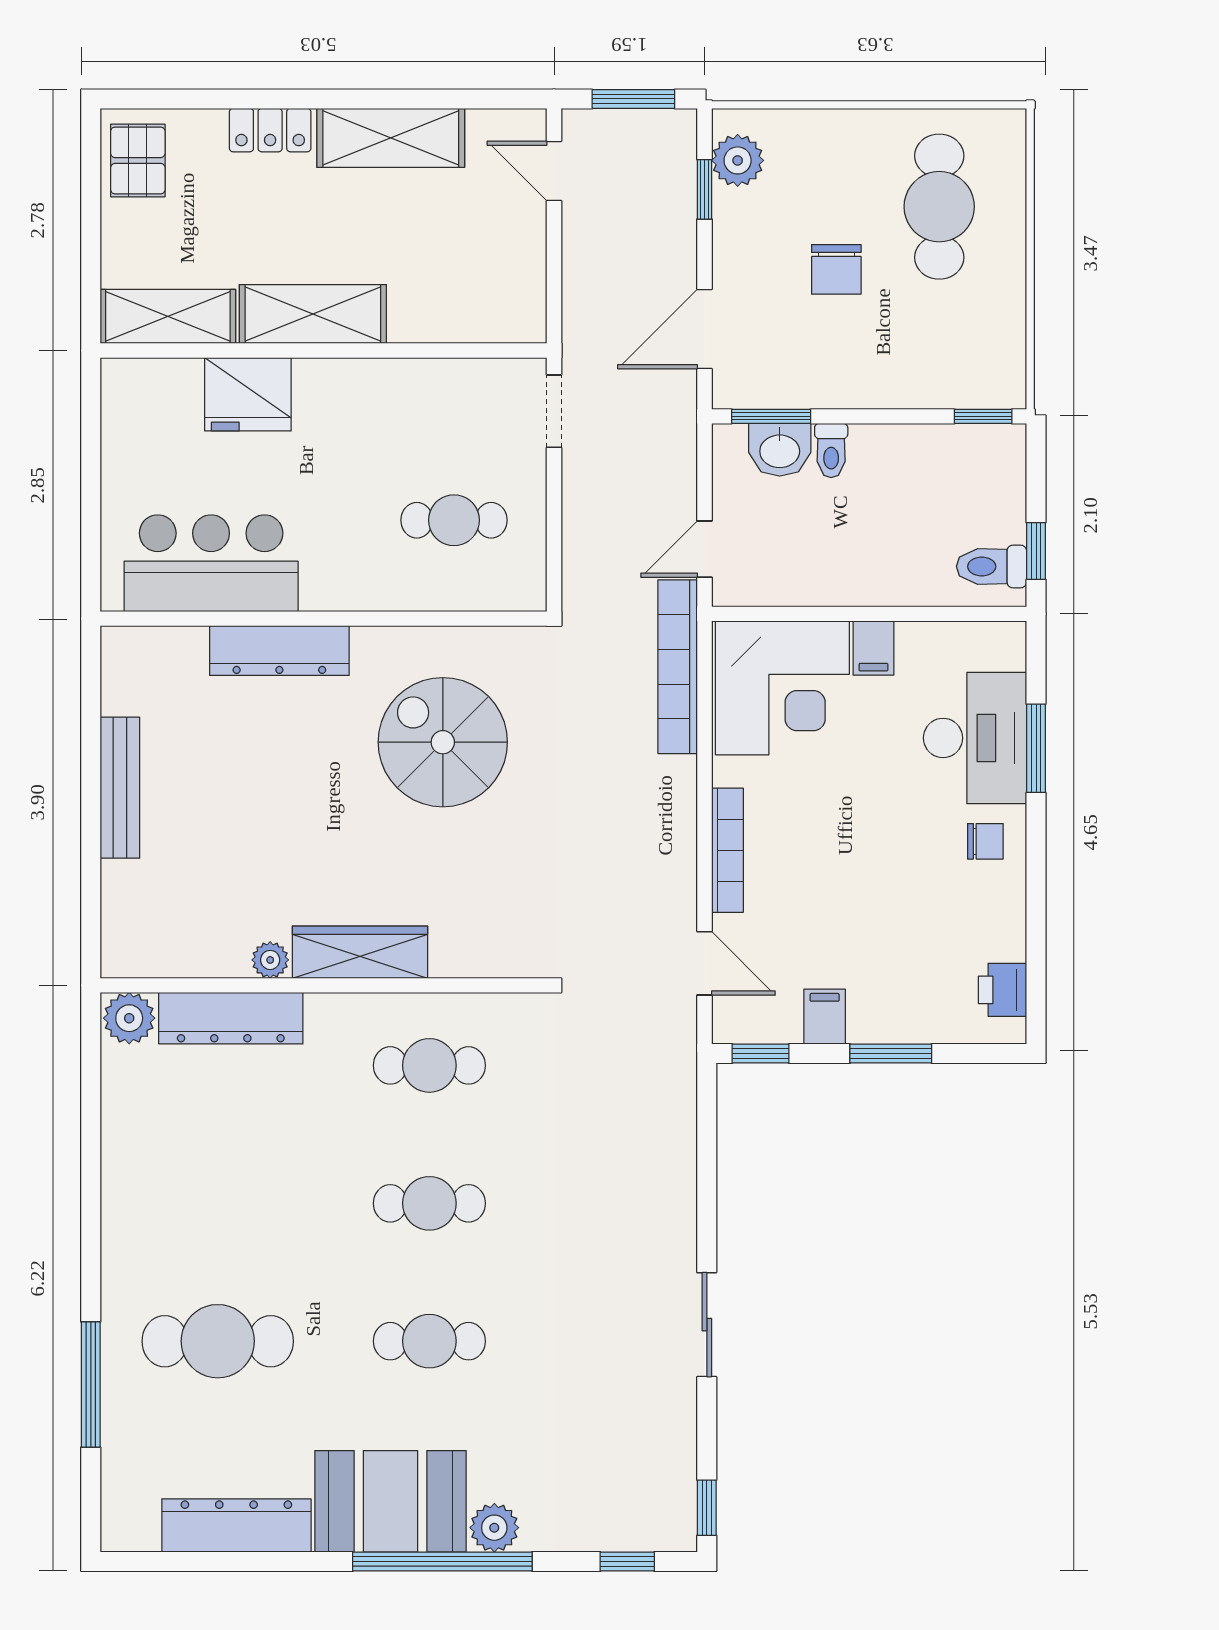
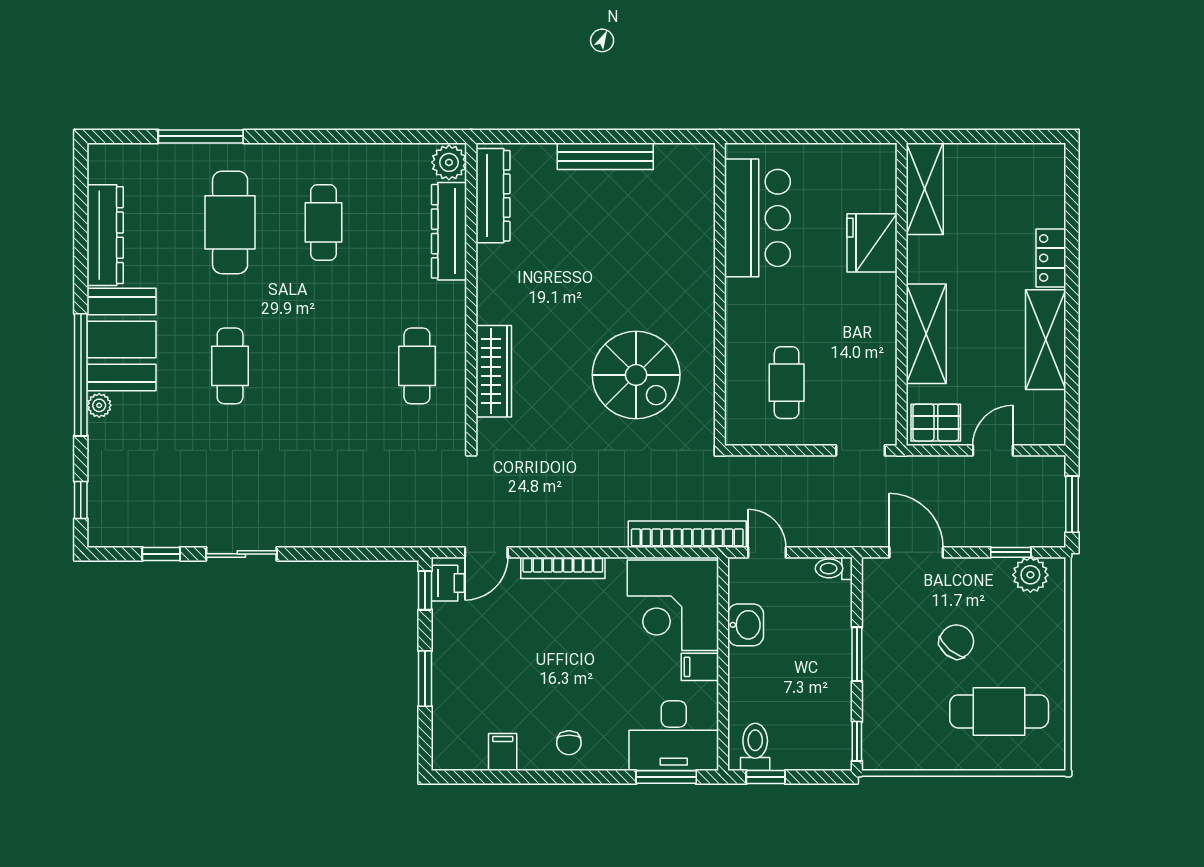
pallet: (138, 160) -> (936, 423), moved
door: (554, 171) -> (993, 450), moved
chair: (836, 269) -> (957, 642), turned 130
shelving: (313, 314) -> (926, 334), moved
window: (771, 416) -> (857, 654), moved
washbasin: (780, 450) -> (746, 625), moved, turned 180
toilet: (831, 451) -> (834, 568), moved
dresser: (279, 651) -> (493, 196), moved, turned 180
desk: (975, 738) -> (674, 736), moved
spiral stairs: (443, 742) -> (636, 375), turned 90
window: (1036, 748) -> (666, 777), moved
wardrobe: (360, 952) -> (494, 371), moved
plant: (270, 960) -> (488, 258), removed
printer: (1003, 990) -> (448, 583), moved, turned 90
filing cabinet: (825, 1017) -> (503, 752), moved, turned -90
cafe table: (429, 1203) -> (324, 222), moved
window: (707, 1508) -> (161, 554), moved
plant: (494, 1528) -> (99, 405), width x0.73, depth x0.73

